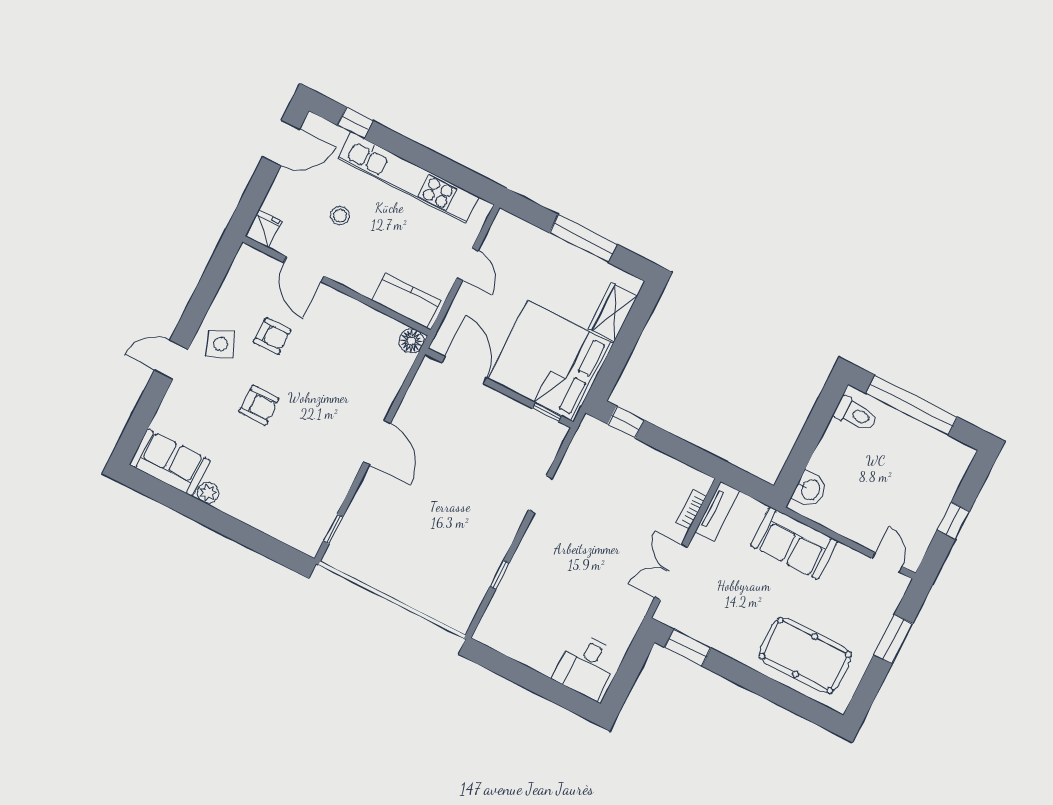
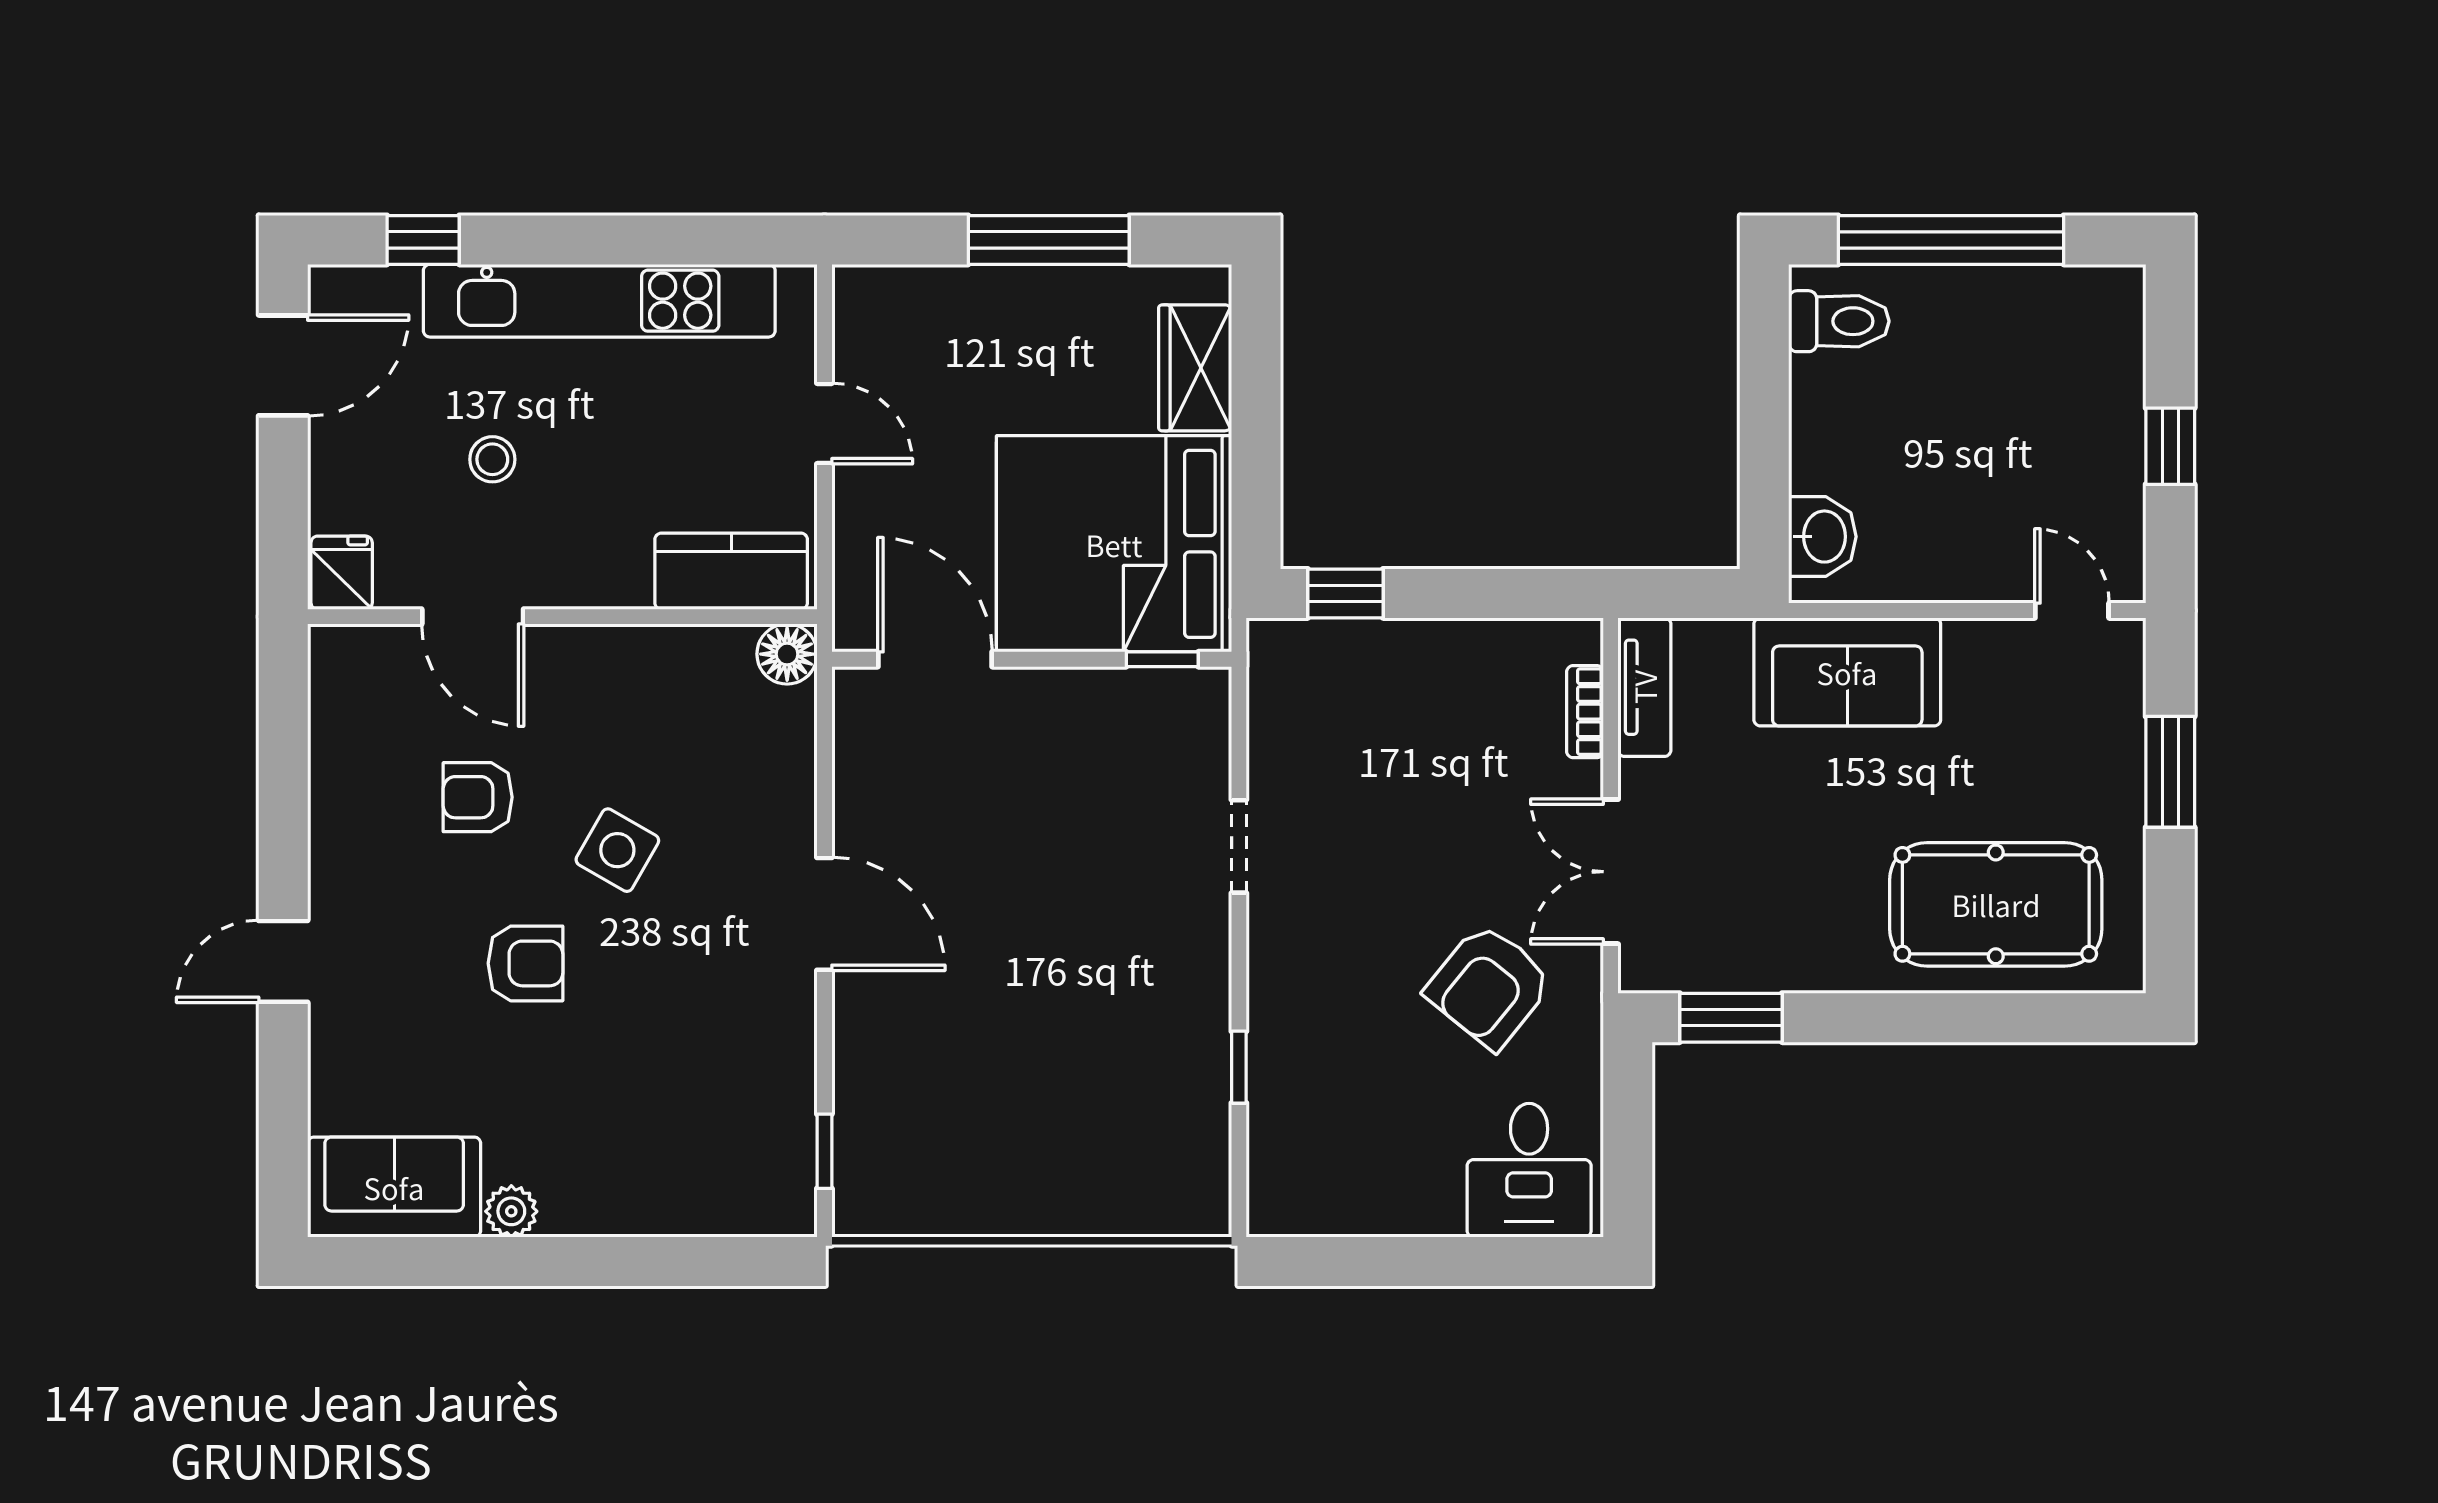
armchair: (272, 336) -> (478, 797), turned 180
side table: (221, 344) -> (617, 850), moved, turned -38
armchair: (606, 592) -> (1489, 986), added

